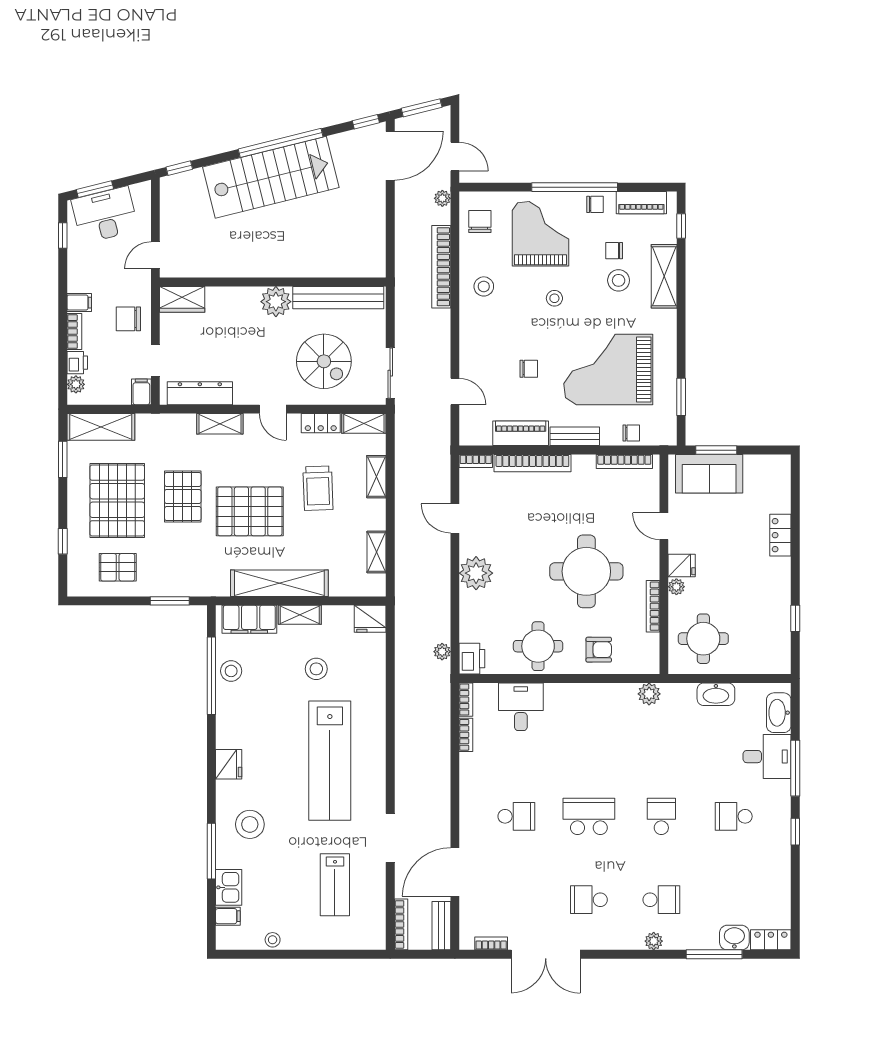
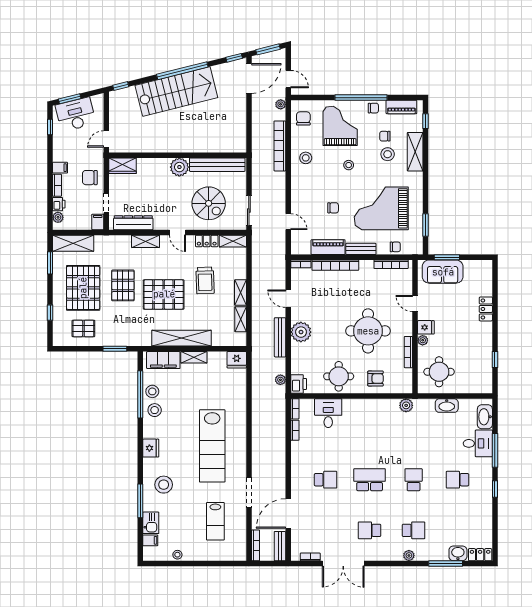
shelving: (376, 477) -> (240, 293), moved
bench: (441, 582) -> (280, 337), added
stool: (316, 669) -> (155, 410), moved

